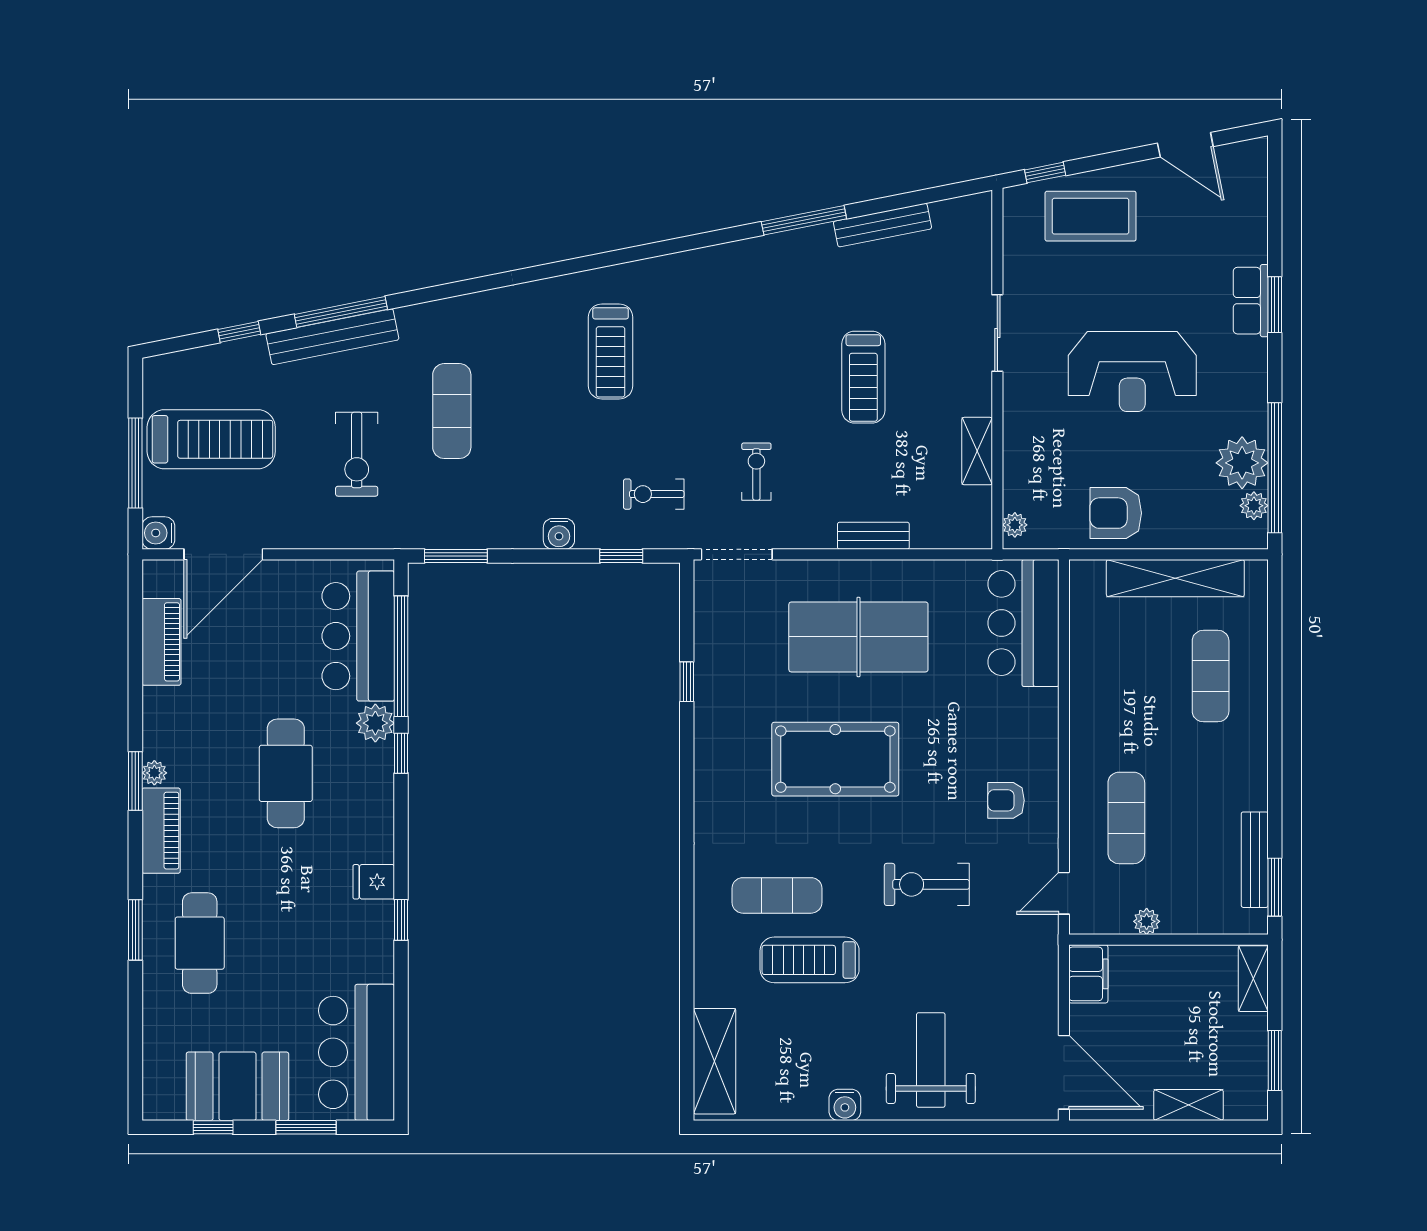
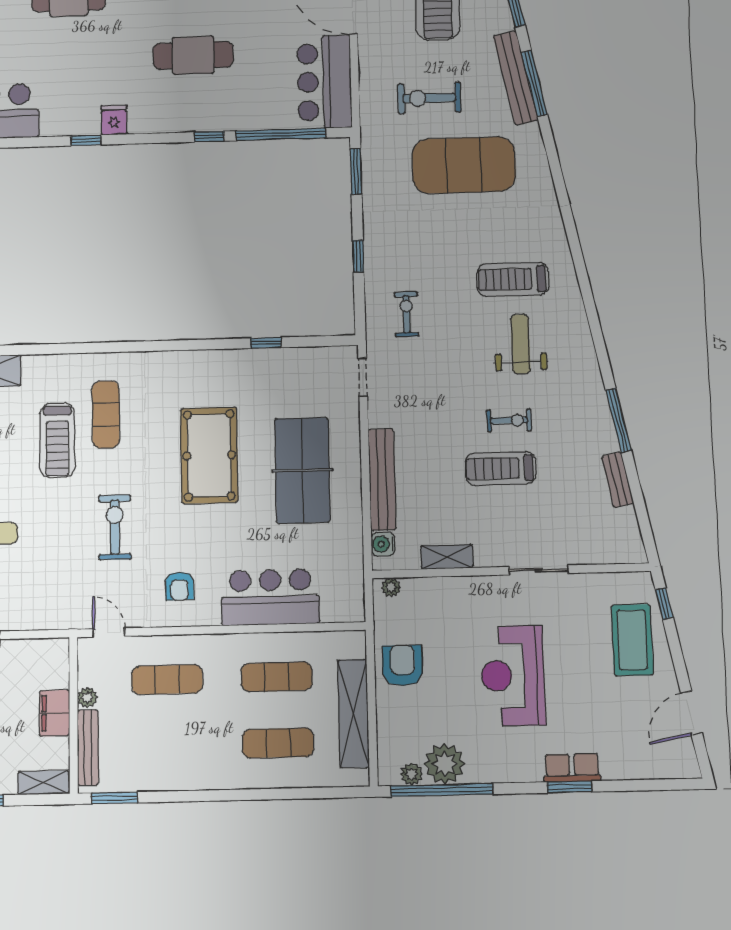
bench: (882, 225) -> (618, 480), width x0.73
weight bench: (698, 344) -> (521, 344), added
exercise mat: (452, 411) -> (464, 165), width x2.00, depth x1.45
exercise bike: (756, 472) -> (509, 420), moved
water cooler: (559, 534) -> (383, 544), moved
bench: (873, 536) -> (382, 479), width x1.86, depth x1.21
doorway: (737, 554) -> (363, 377), width x0.73
window: (621, 556) -> (358, 256), moved
bar counter: (1023, 623) -> (270, 597), moved
bar counter: (358, 636) -> (324, 82), moved, turned -90
exercise mat: (1126, 676) -> (277, 677), added
plant: (375, 723) -> (231, 117), removed
armchair: (1006, 800) -> (180, 586), turned 180
bench: (1255, 860) -> (88, 747), moved, turned 90
treadmill: (810, 960) -> (57, 440), turned 180
filing cabinet: (1088, 974) -> (55, 713), moved, turned 90

